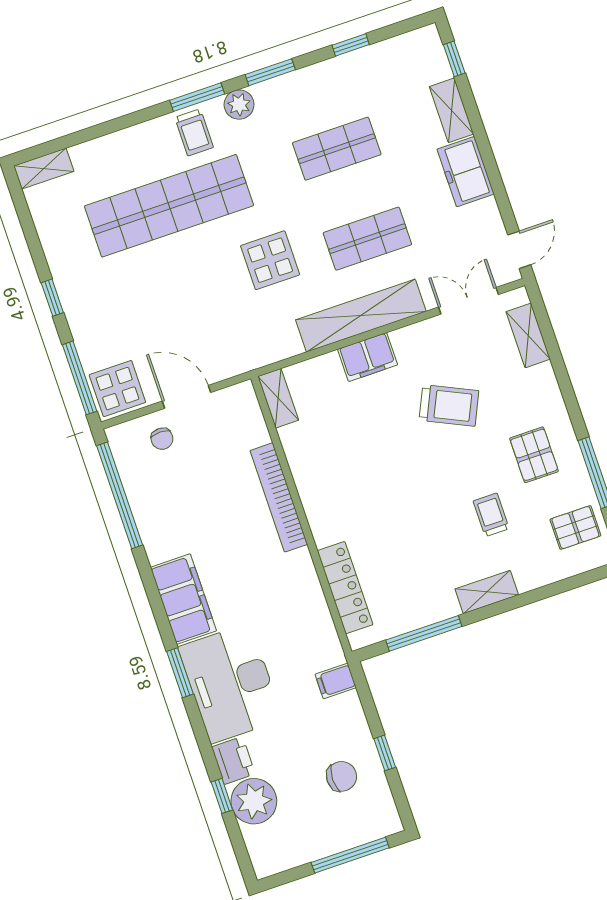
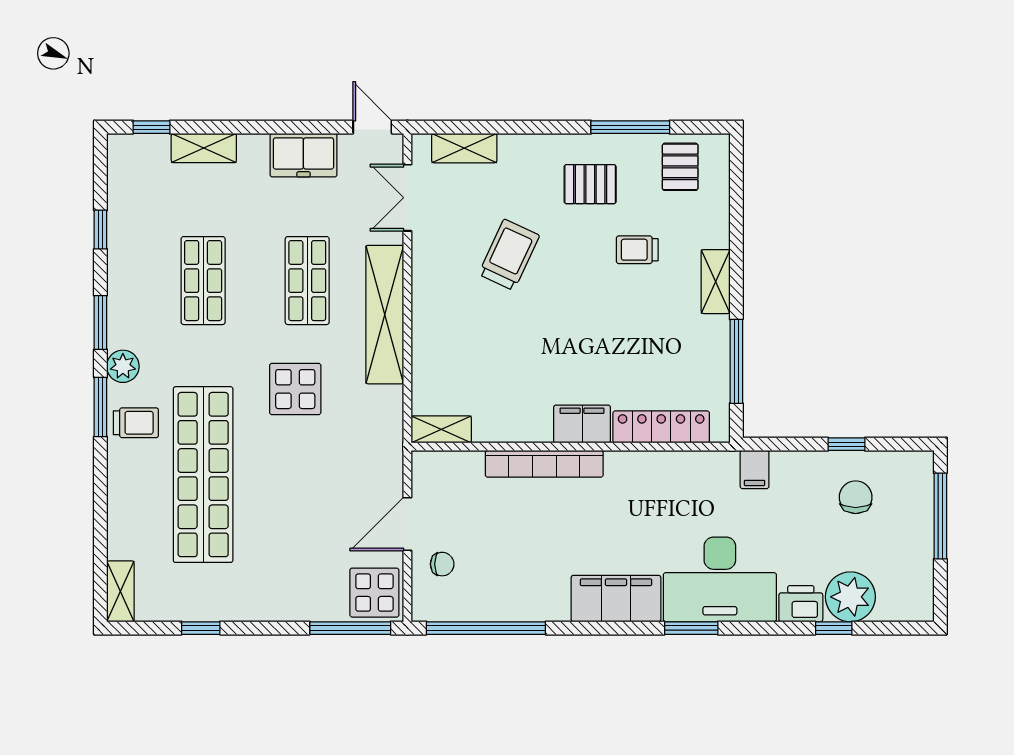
freezer: (466, 172) -> (303, 155), moved
window: (52, 298) -> (201, 628), moved
filing cabinet: (368, 357) -> (582, 424), moved, turned -90

